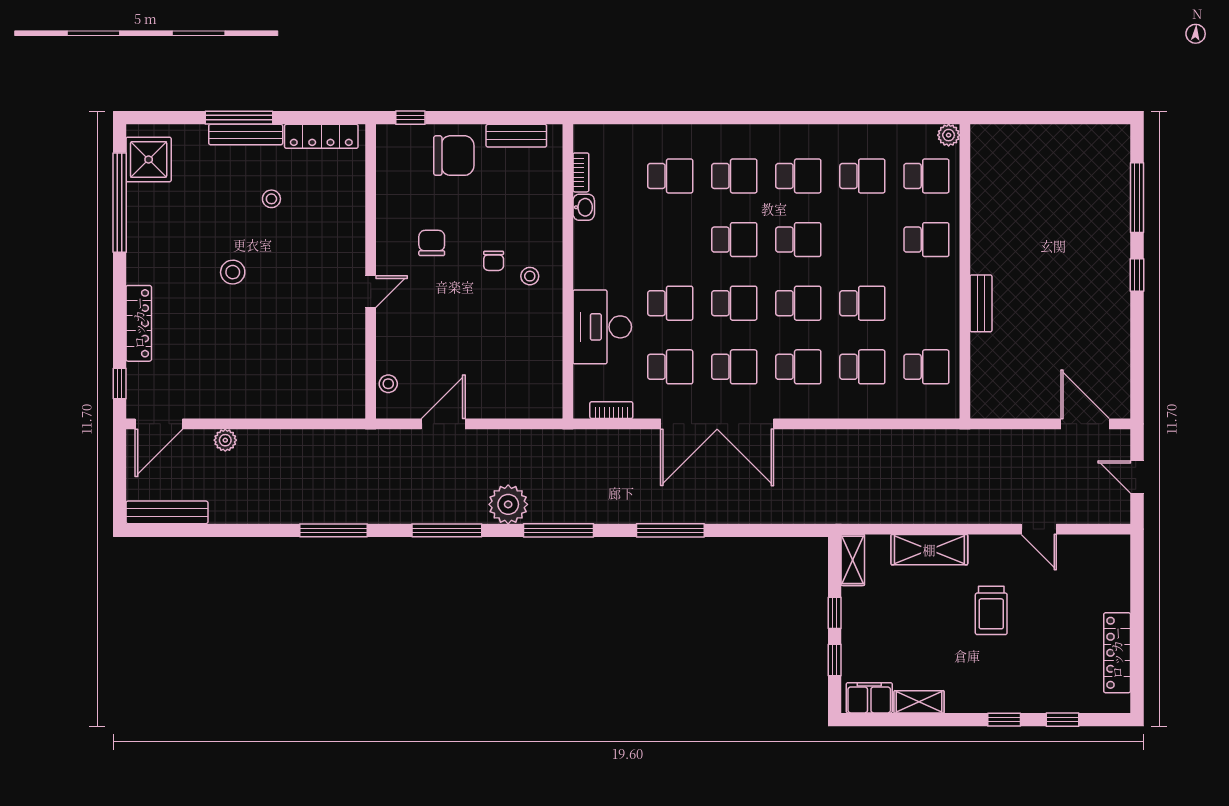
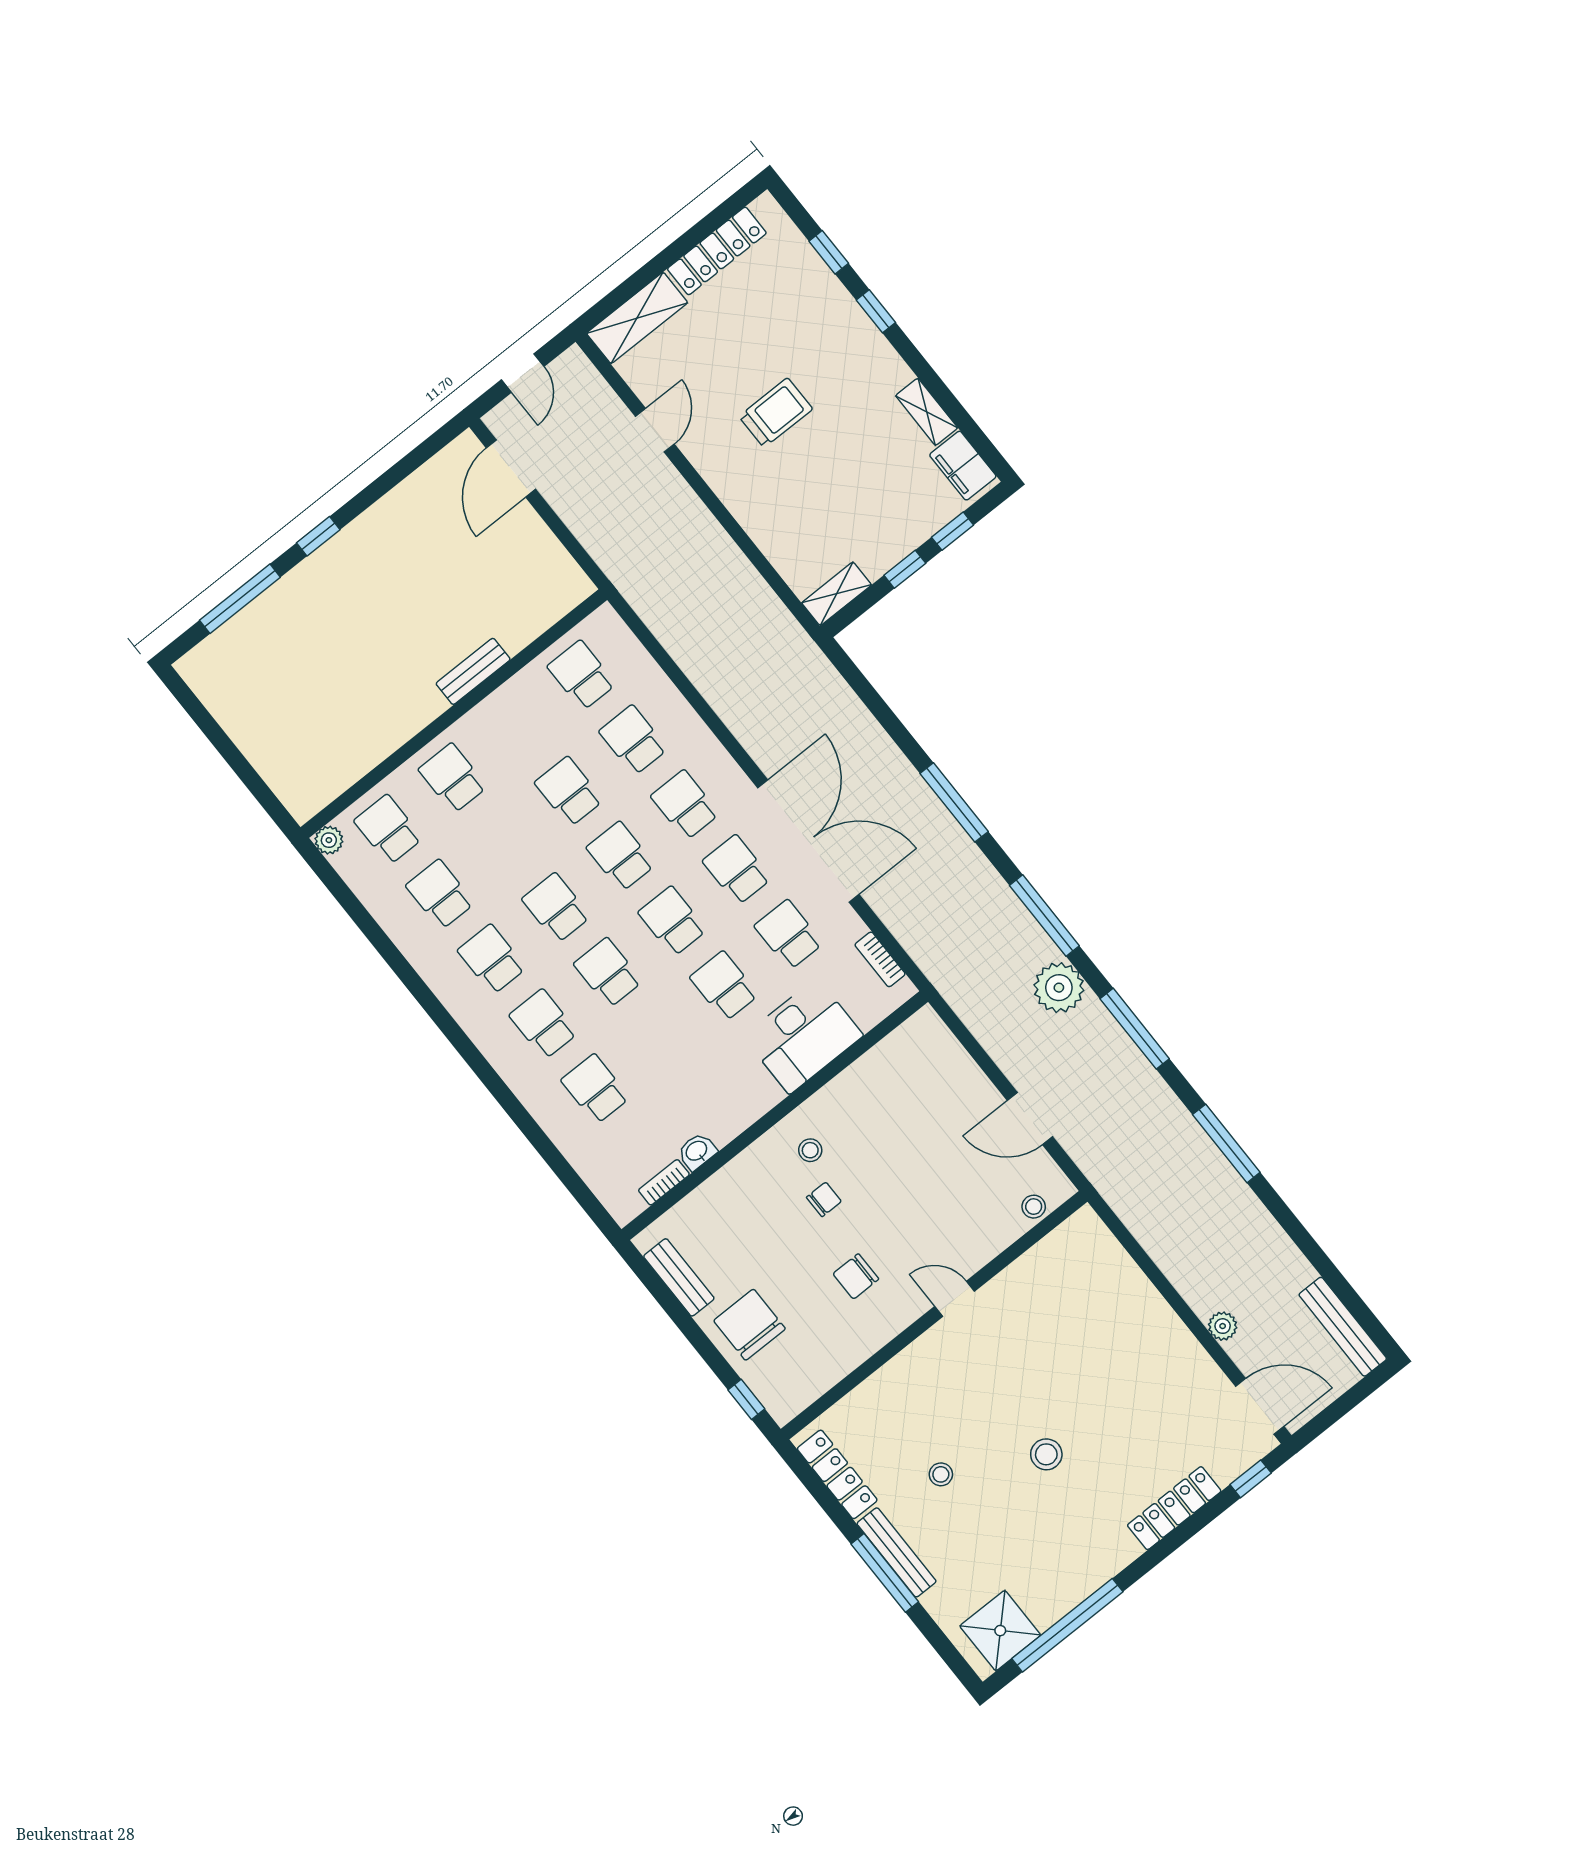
shelving: (929, 550) -> (637, 318), moved, turned 90

